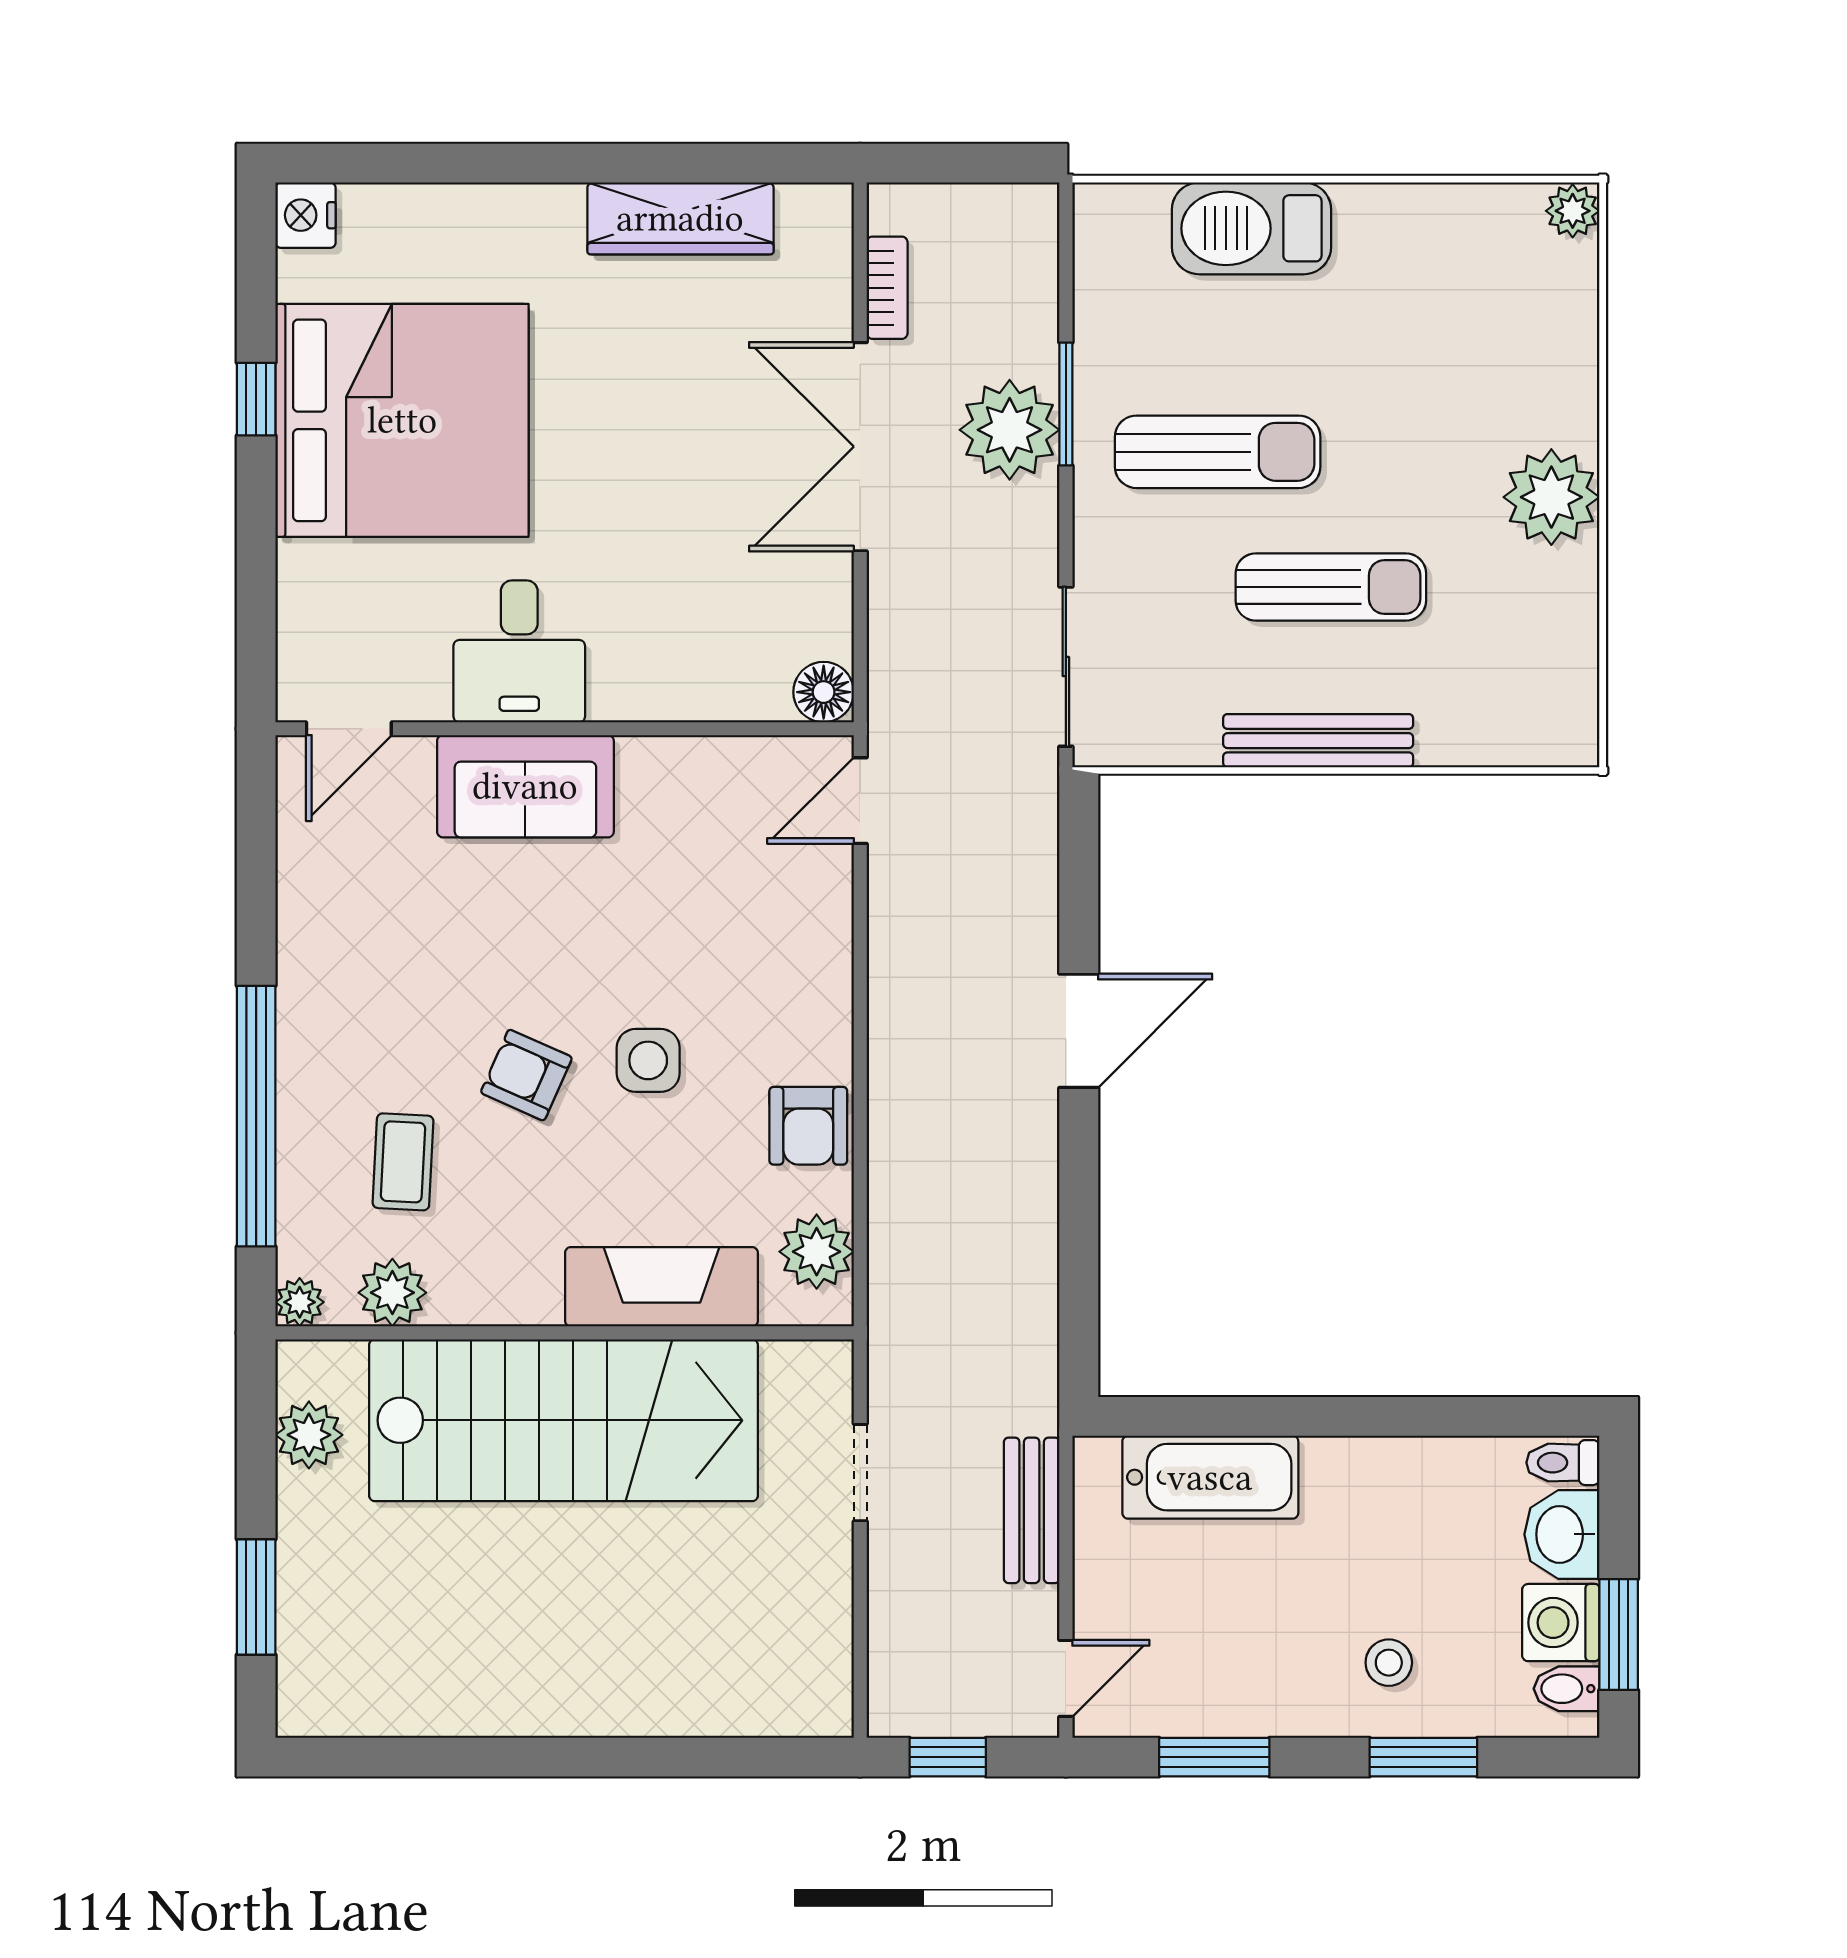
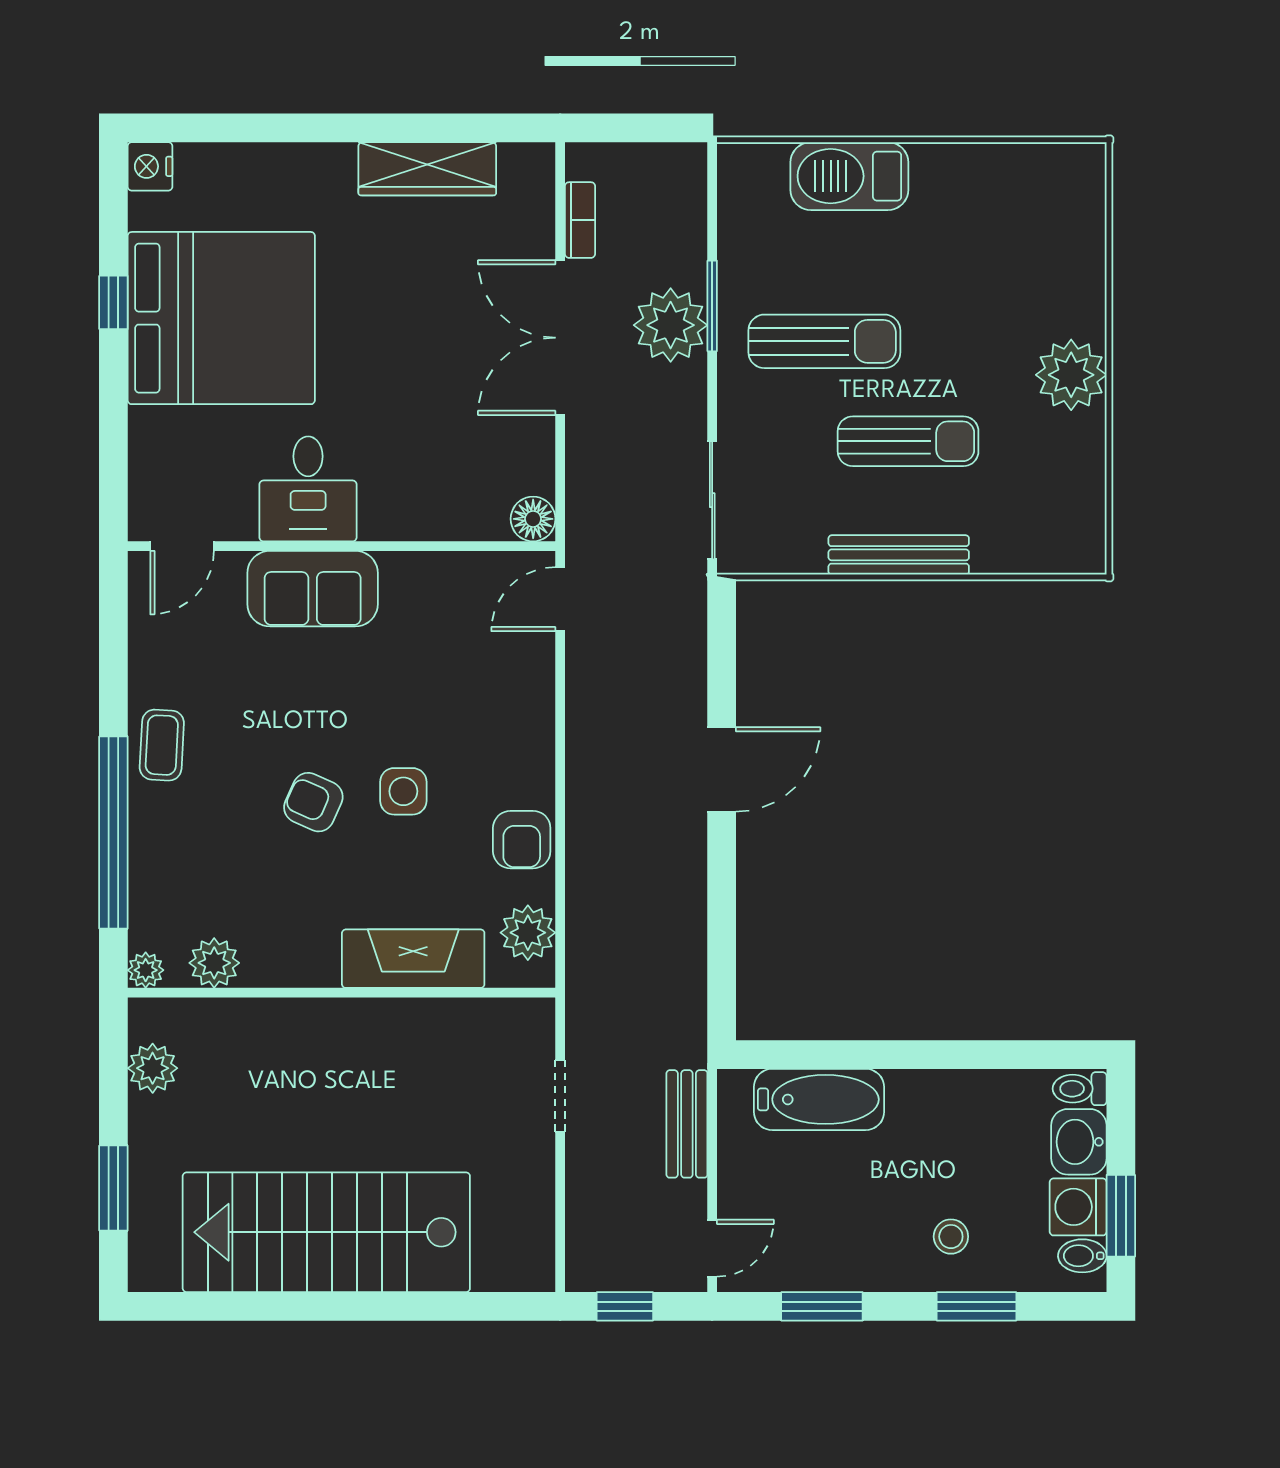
plant: (1573, 211) -> (1087, 163), removed
coffee table: (403, 1162) -> (162, 745), moved
stairs: (564, 1420) -> (326, 1232), moved, turned 180

